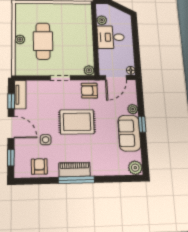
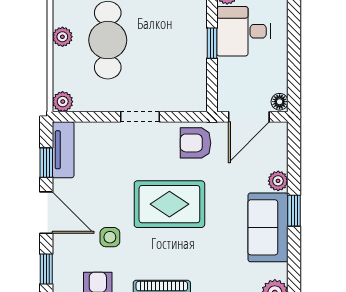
window: (95, 43) -> (212, 43), added
plant: (89, 70) -> (63, 102), moved

